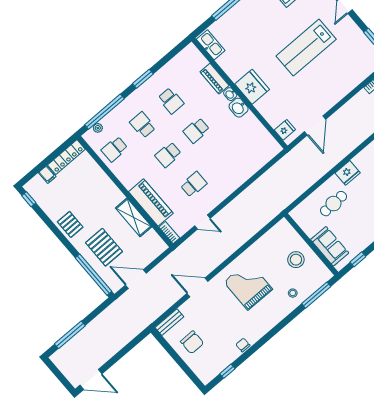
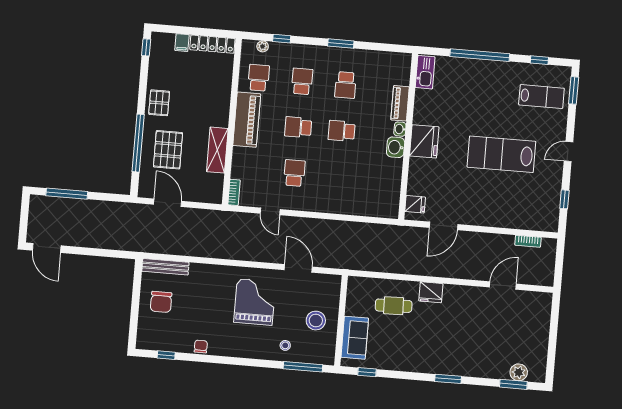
window: (104, 112) -> (282, 39), width x0.32
school desk: (114, 149) -> (259, 78), turned 90
school desk: (194, 184) -> (294, 173), turned -90
piano: (151, 202) -> (247, 120), moved
window: (93, 275) -> (138, 143), moved
door: (197, 287) -> (298, 268), moved
bench: (169, 322) -> (165, 267), width x1.36

